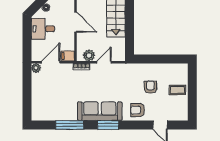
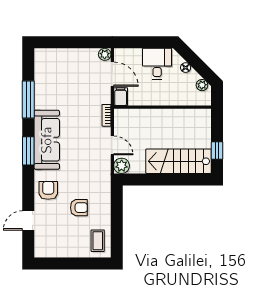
door: (75, 22) -> (166, 107), removed
plant: (89, 55) -> (122, 166), moved
coffee table: (177, 90) -> (98, 241), moved

